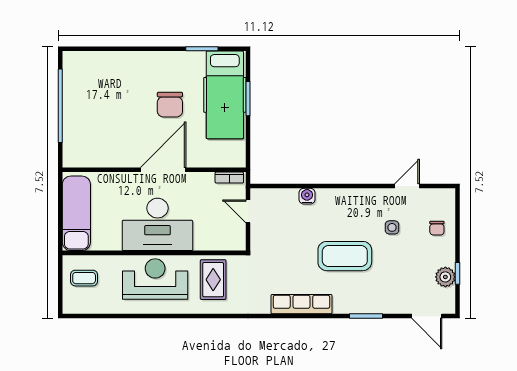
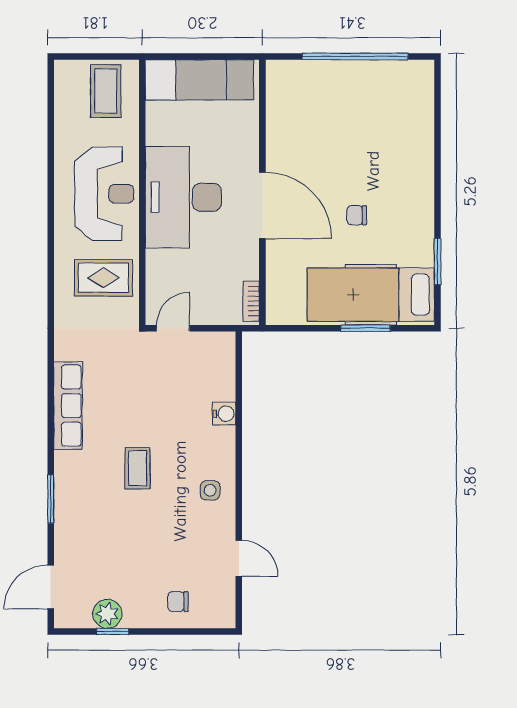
chair: (170, 105) -> (357, 215), width x0.54, depth x0.54
door: (248, 211) -> (173, 328), moved
side table: (392, 227) -> (210, 490), moved
coffee table: (345, 256) -> (138, 468), width x0.54, depth x0.58
coffee table: (84, 278) -> (106, 91), width x1.36, depth x1.30

